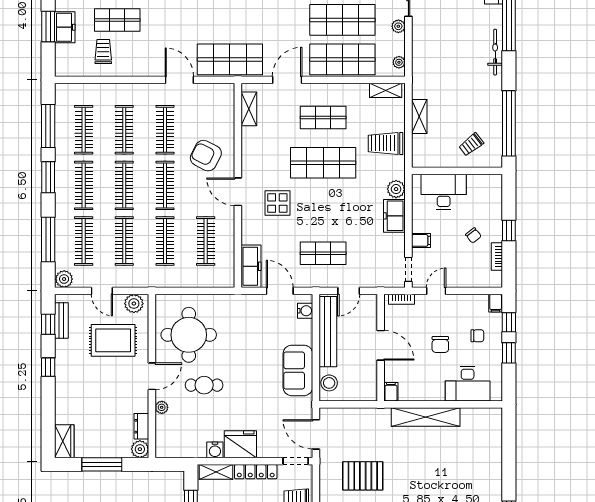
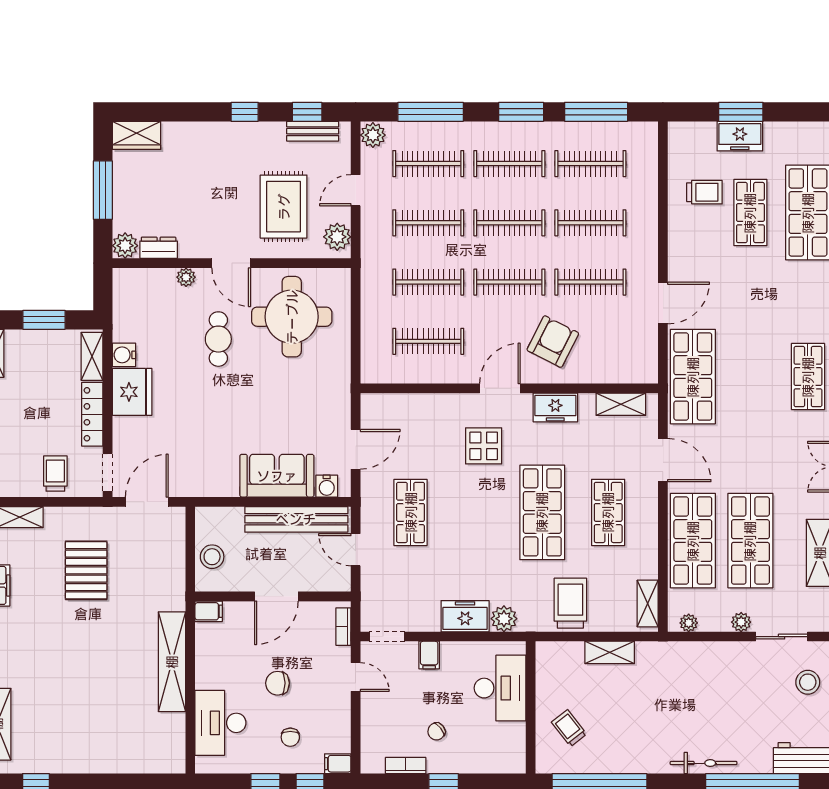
freezer: (251, 266) -> (555, 408), moved, width x0.71
sofa: (298, 370) -> (277, 476), moved
stool: (329, 383) -> (212, 557), moved

